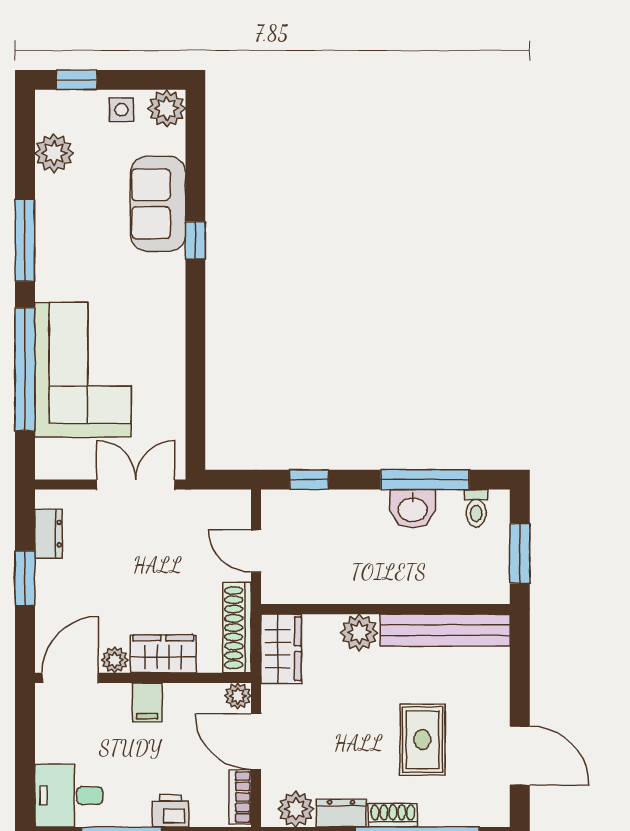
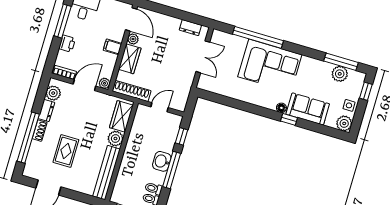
window: (25, 240) -> (341, 62), moved
floor lamp: (174, 266) -> (281, 108), added
corner sofa: (83, 370) -> (270, 66), moved
window: (425, 480) -> (172, 170), moved
double door: (136, 485) -> (203, 57), moved
washbasin: (413, 509) -> (162, 161), moved
toilet: (450, 509) -> (154, 189), added
window: (25, 578) -> (176, 13), removed
wardrobe: (281, 649) -> (121, 116), moved, turned 90
rug: (422, 740) -> (66, 151), turned 90

